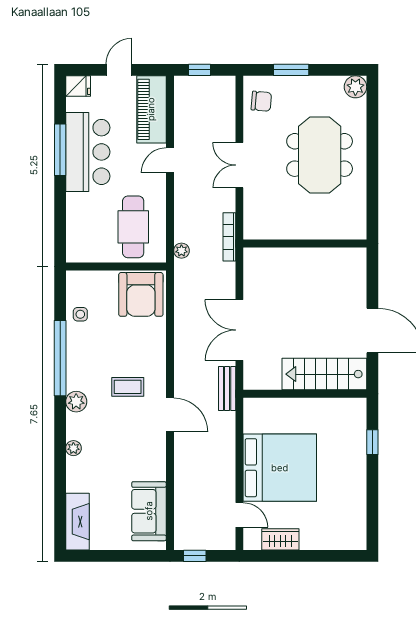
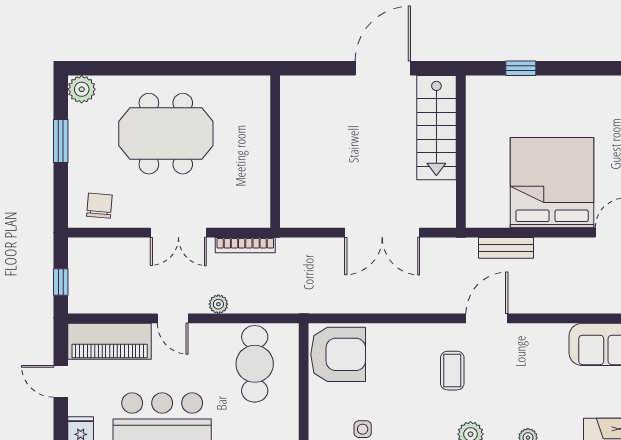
window: (291, 70) -> (61, 141), moved
cafe table: (133, 227) -> (255, 364), turned 90
bookcase: (229, 237) -> (245, 245), moved
plant: (181, 251) -> (218, 304), moved
bench: (227, 389) -> (506, 248), moved

